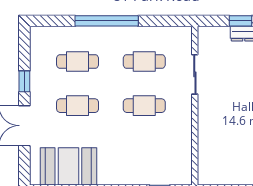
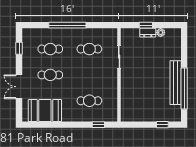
window: (24, 81) -> (19, 48), moved
cafe table: (144, 106) -> (89, 101), moved

